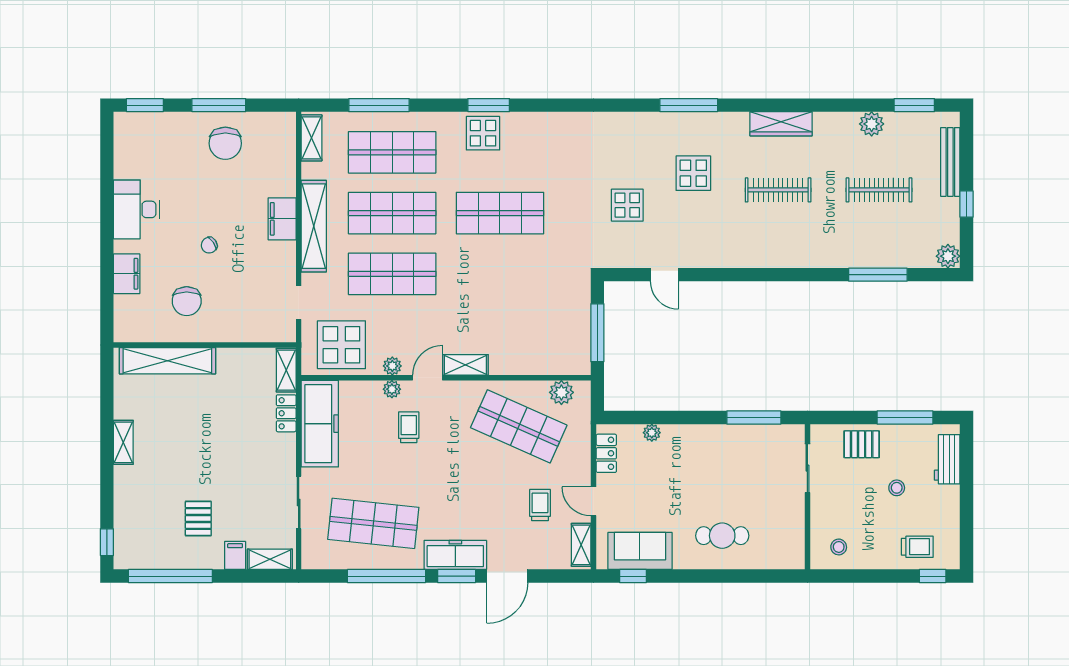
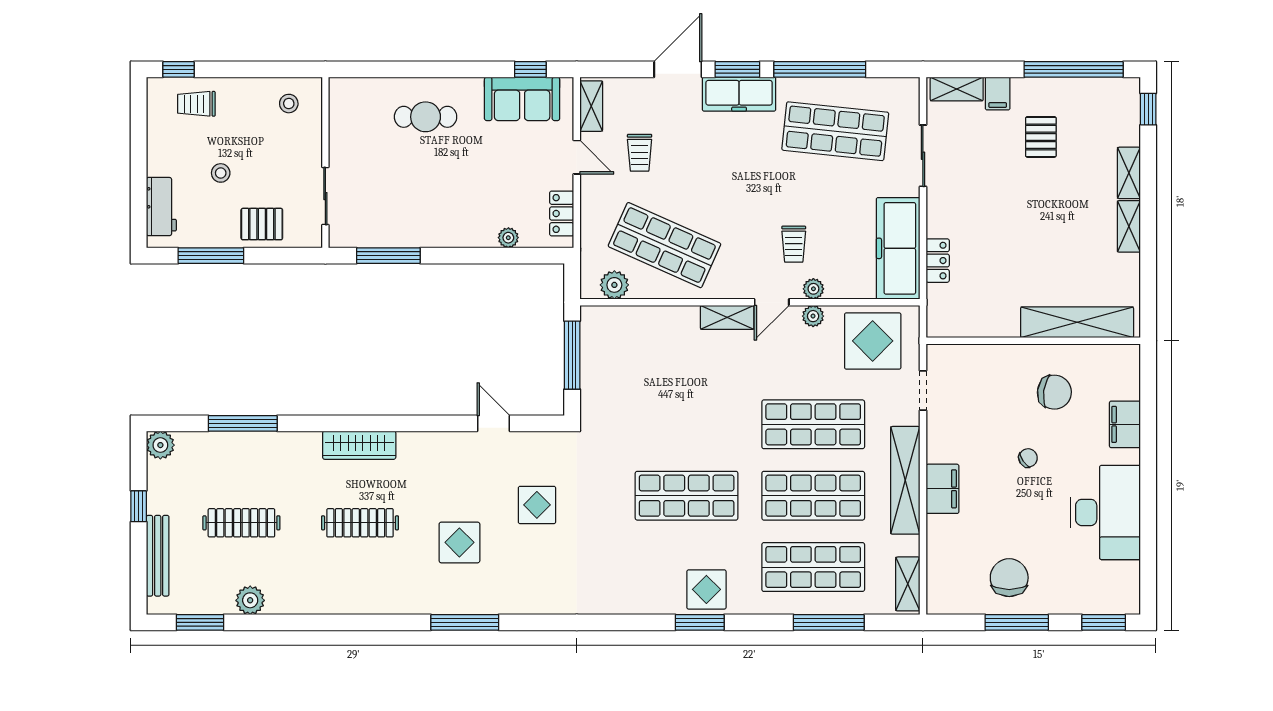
wardrobe: (781, 124) -> (359, 445), moved, turned 180
desk: (137, 209) -> (1105, 512), width x1.36, depth x1.30
chair: (187, 301) -> (1054, 392), turned 98
shelving: (286, 370) -> (1129, 173), moved

